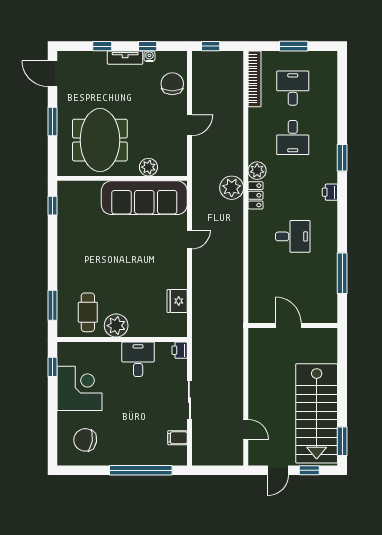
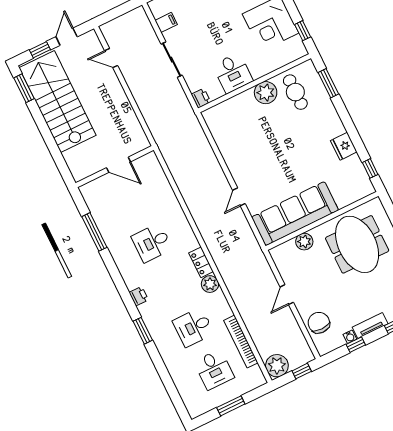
bookcase: (255, 79) -> (241, 342), moved
chair: (172, 84) -> (319, 323), turned 180
desk: (293, 138) -> (193, 327), turned -90
plant: (232, 188) -> (277, 366), moved
fridge: (177, 301) -> (344, 146), moved, turned 180

